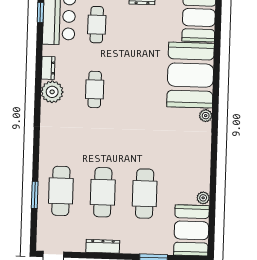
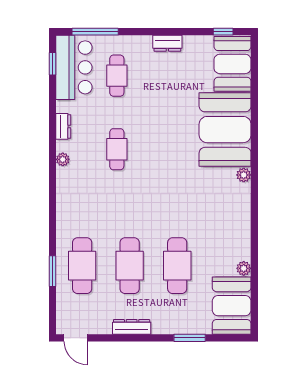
plant: (52, 92) -> (63, 159), width x0.53, depth x0.53

